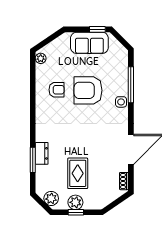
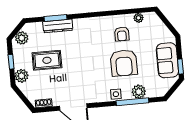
plant: (41, 58) -> (139, 18), moved
plant: (121, 77) -> (139, 92), added
armchair: (88, 90) -> (124, 63), turned 180
dresser: (42, 153) -> (58, 26), width x1.44
plant: (75, 202) -> (22, 76), moved

